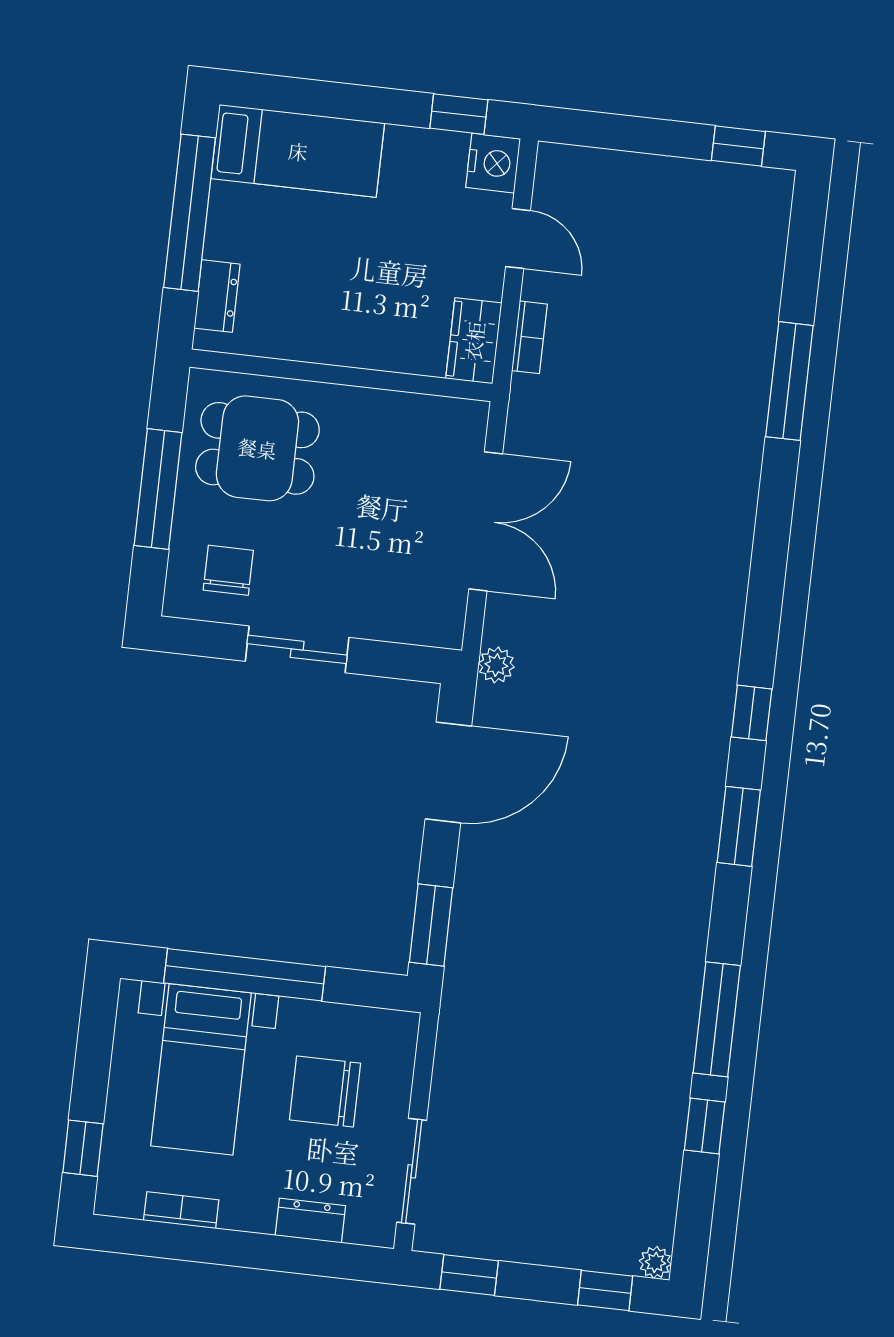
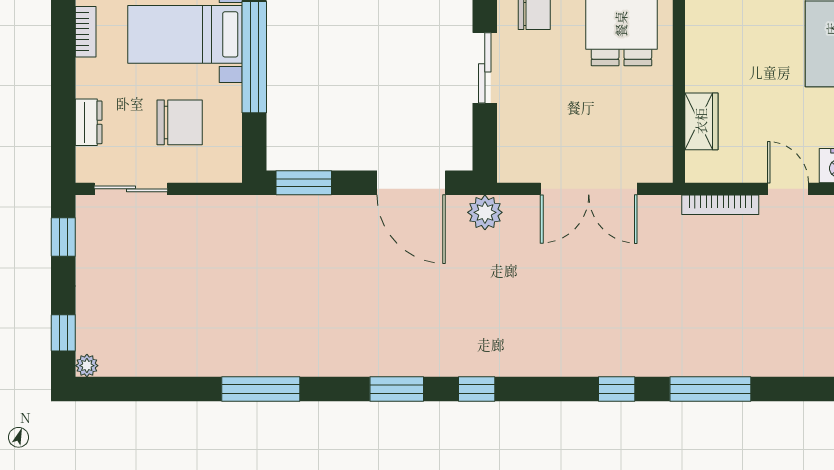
door: (518, 239) -> (788, 189), swing flipped
bookcase: (530, 337) -> (720, 205), width x1.56
wardrobe: (474, 341) -> (701, 121), moved, turned 90
plant: (496, 665) -> (485, 212), width x1.38, depth x1.38
chair: (325, 1092) -> (180, 122), turned 90
window: (705, 1126) -> (617, 389), moved

